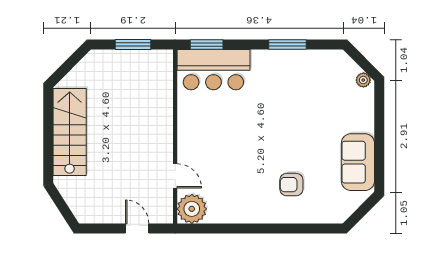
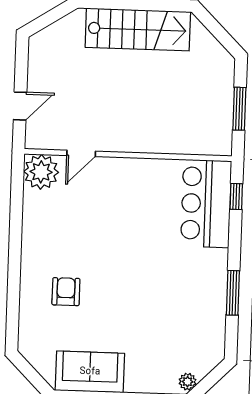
window: (207, 45) -> (236, 196), width x0.67

